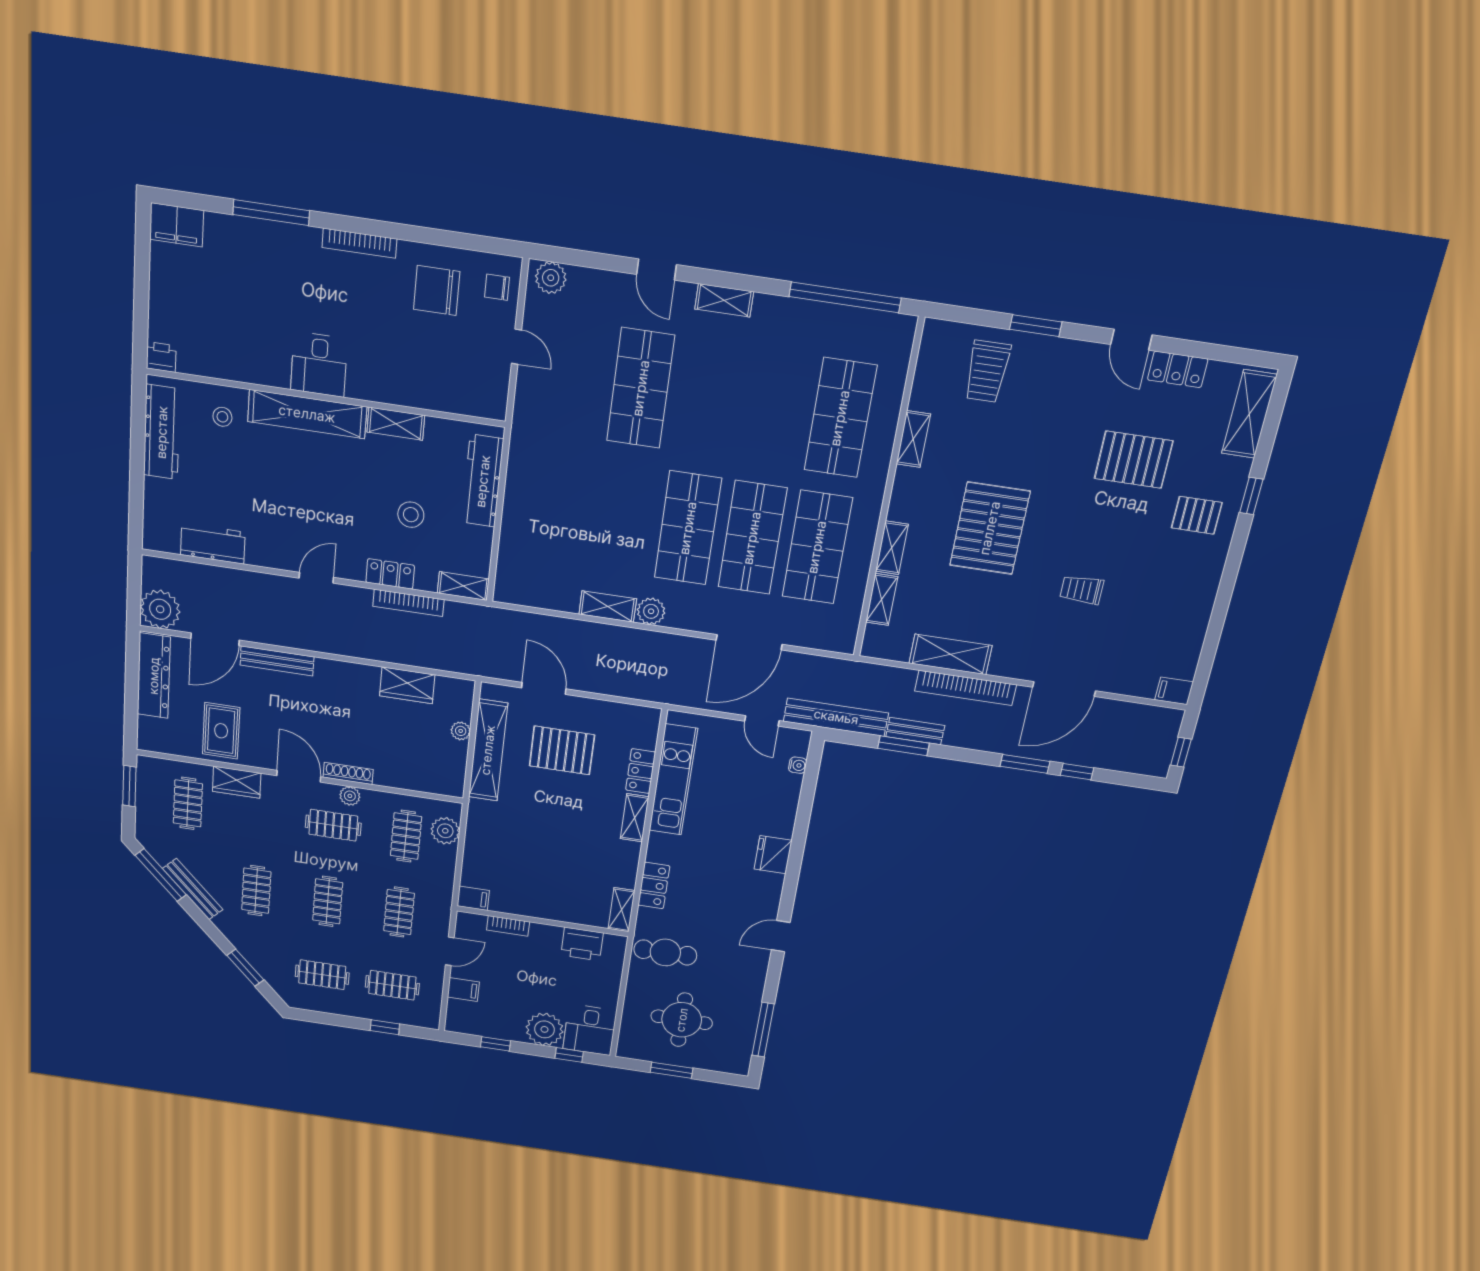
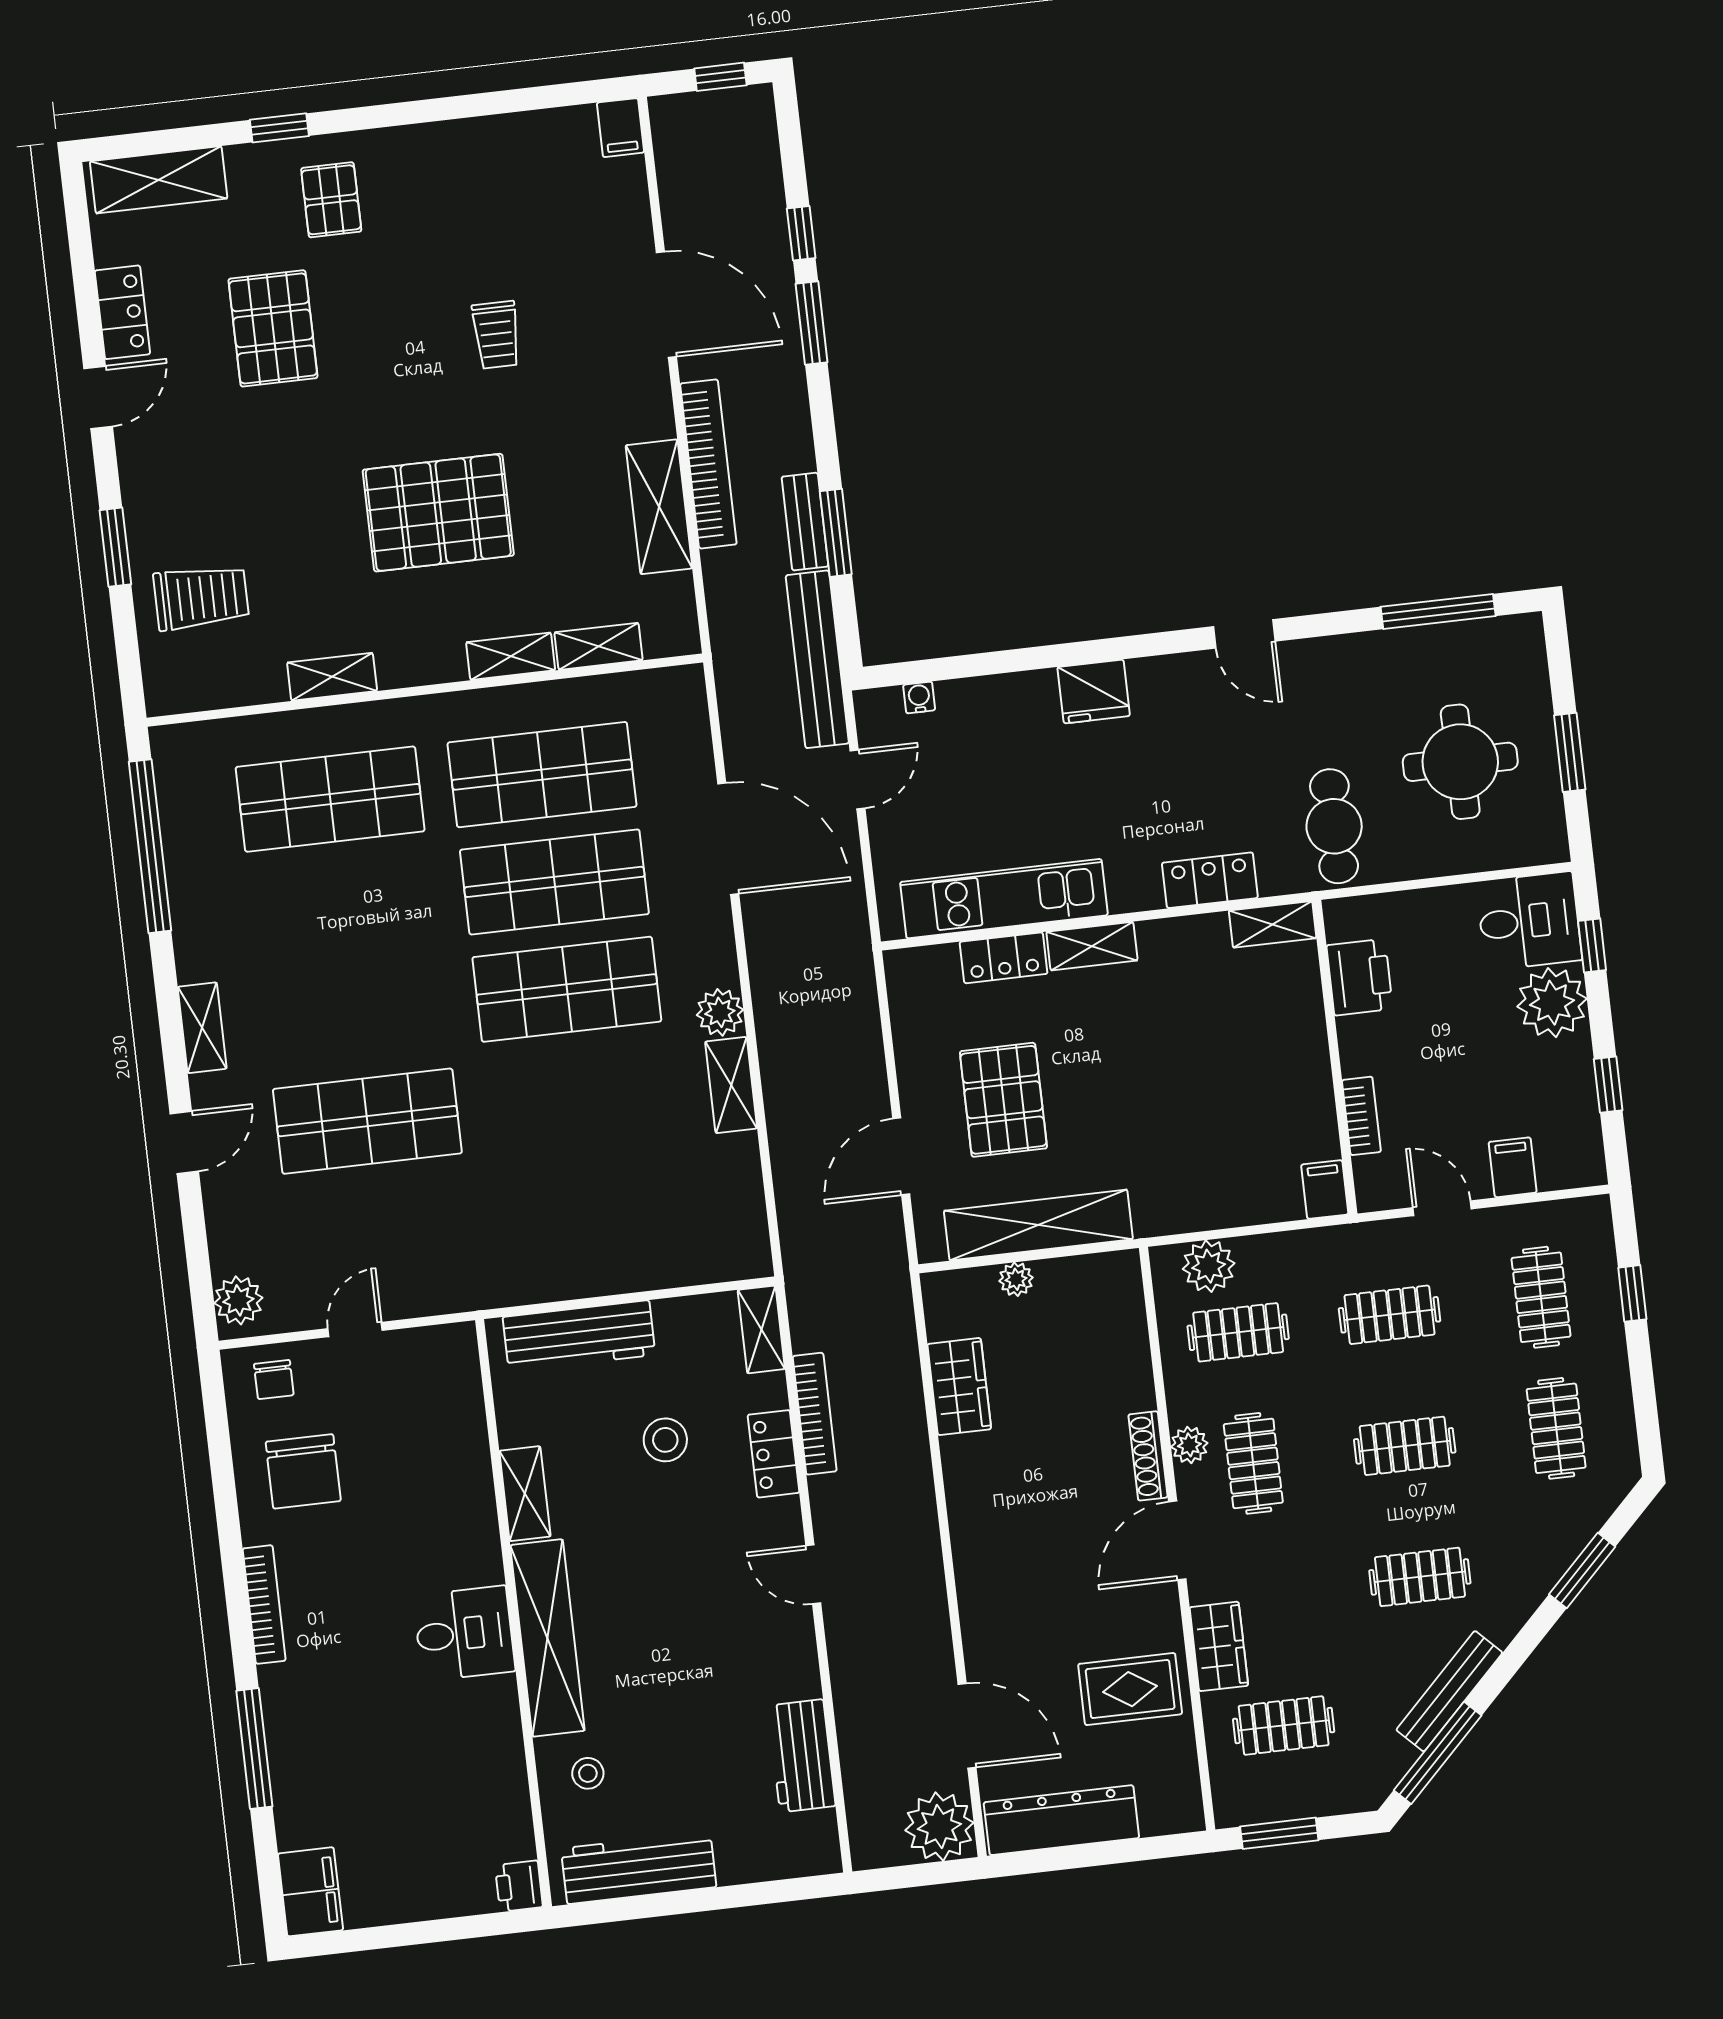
bench: (277, 661) -> (977, 1615), removed

